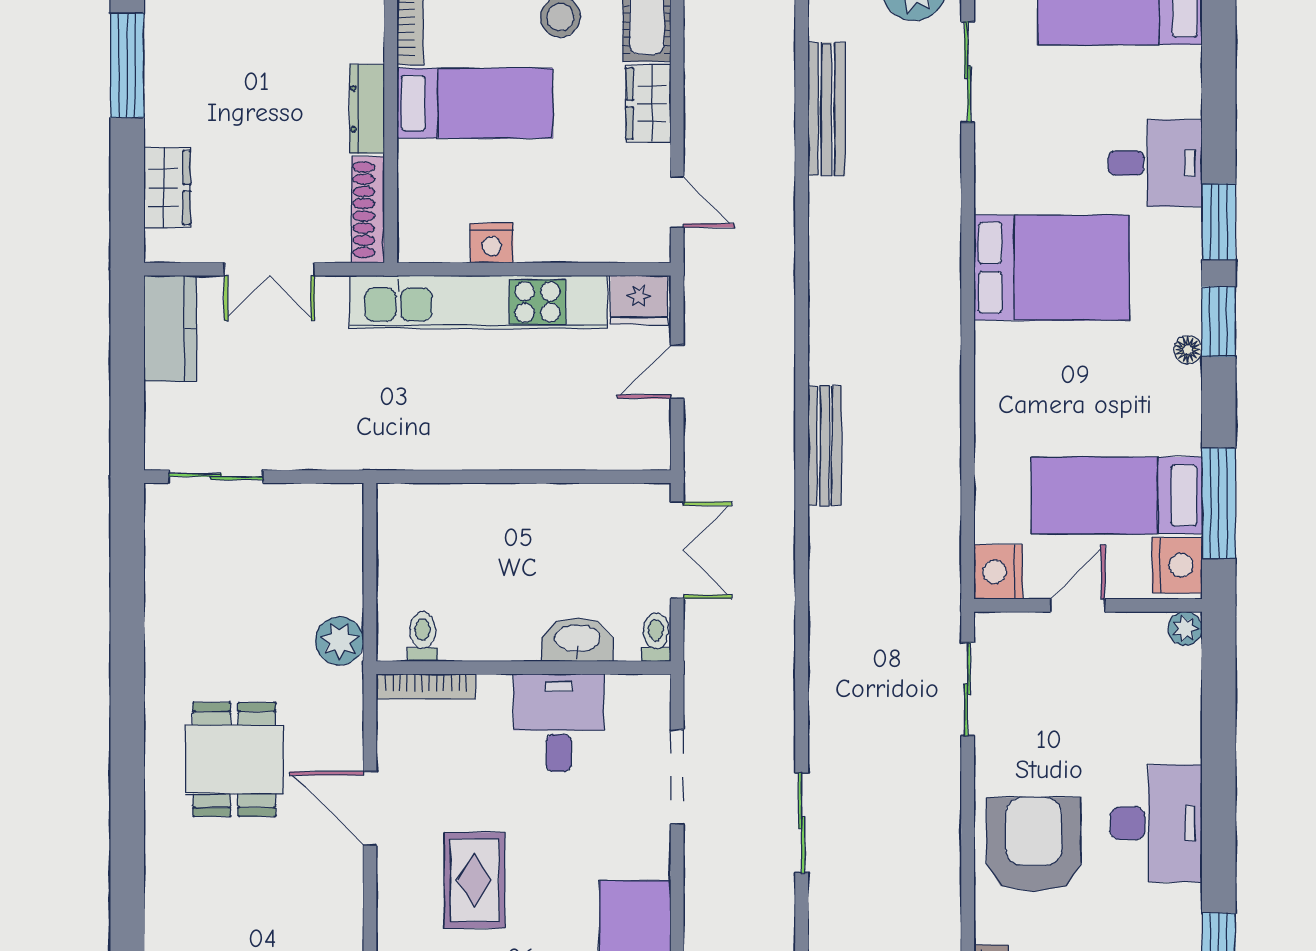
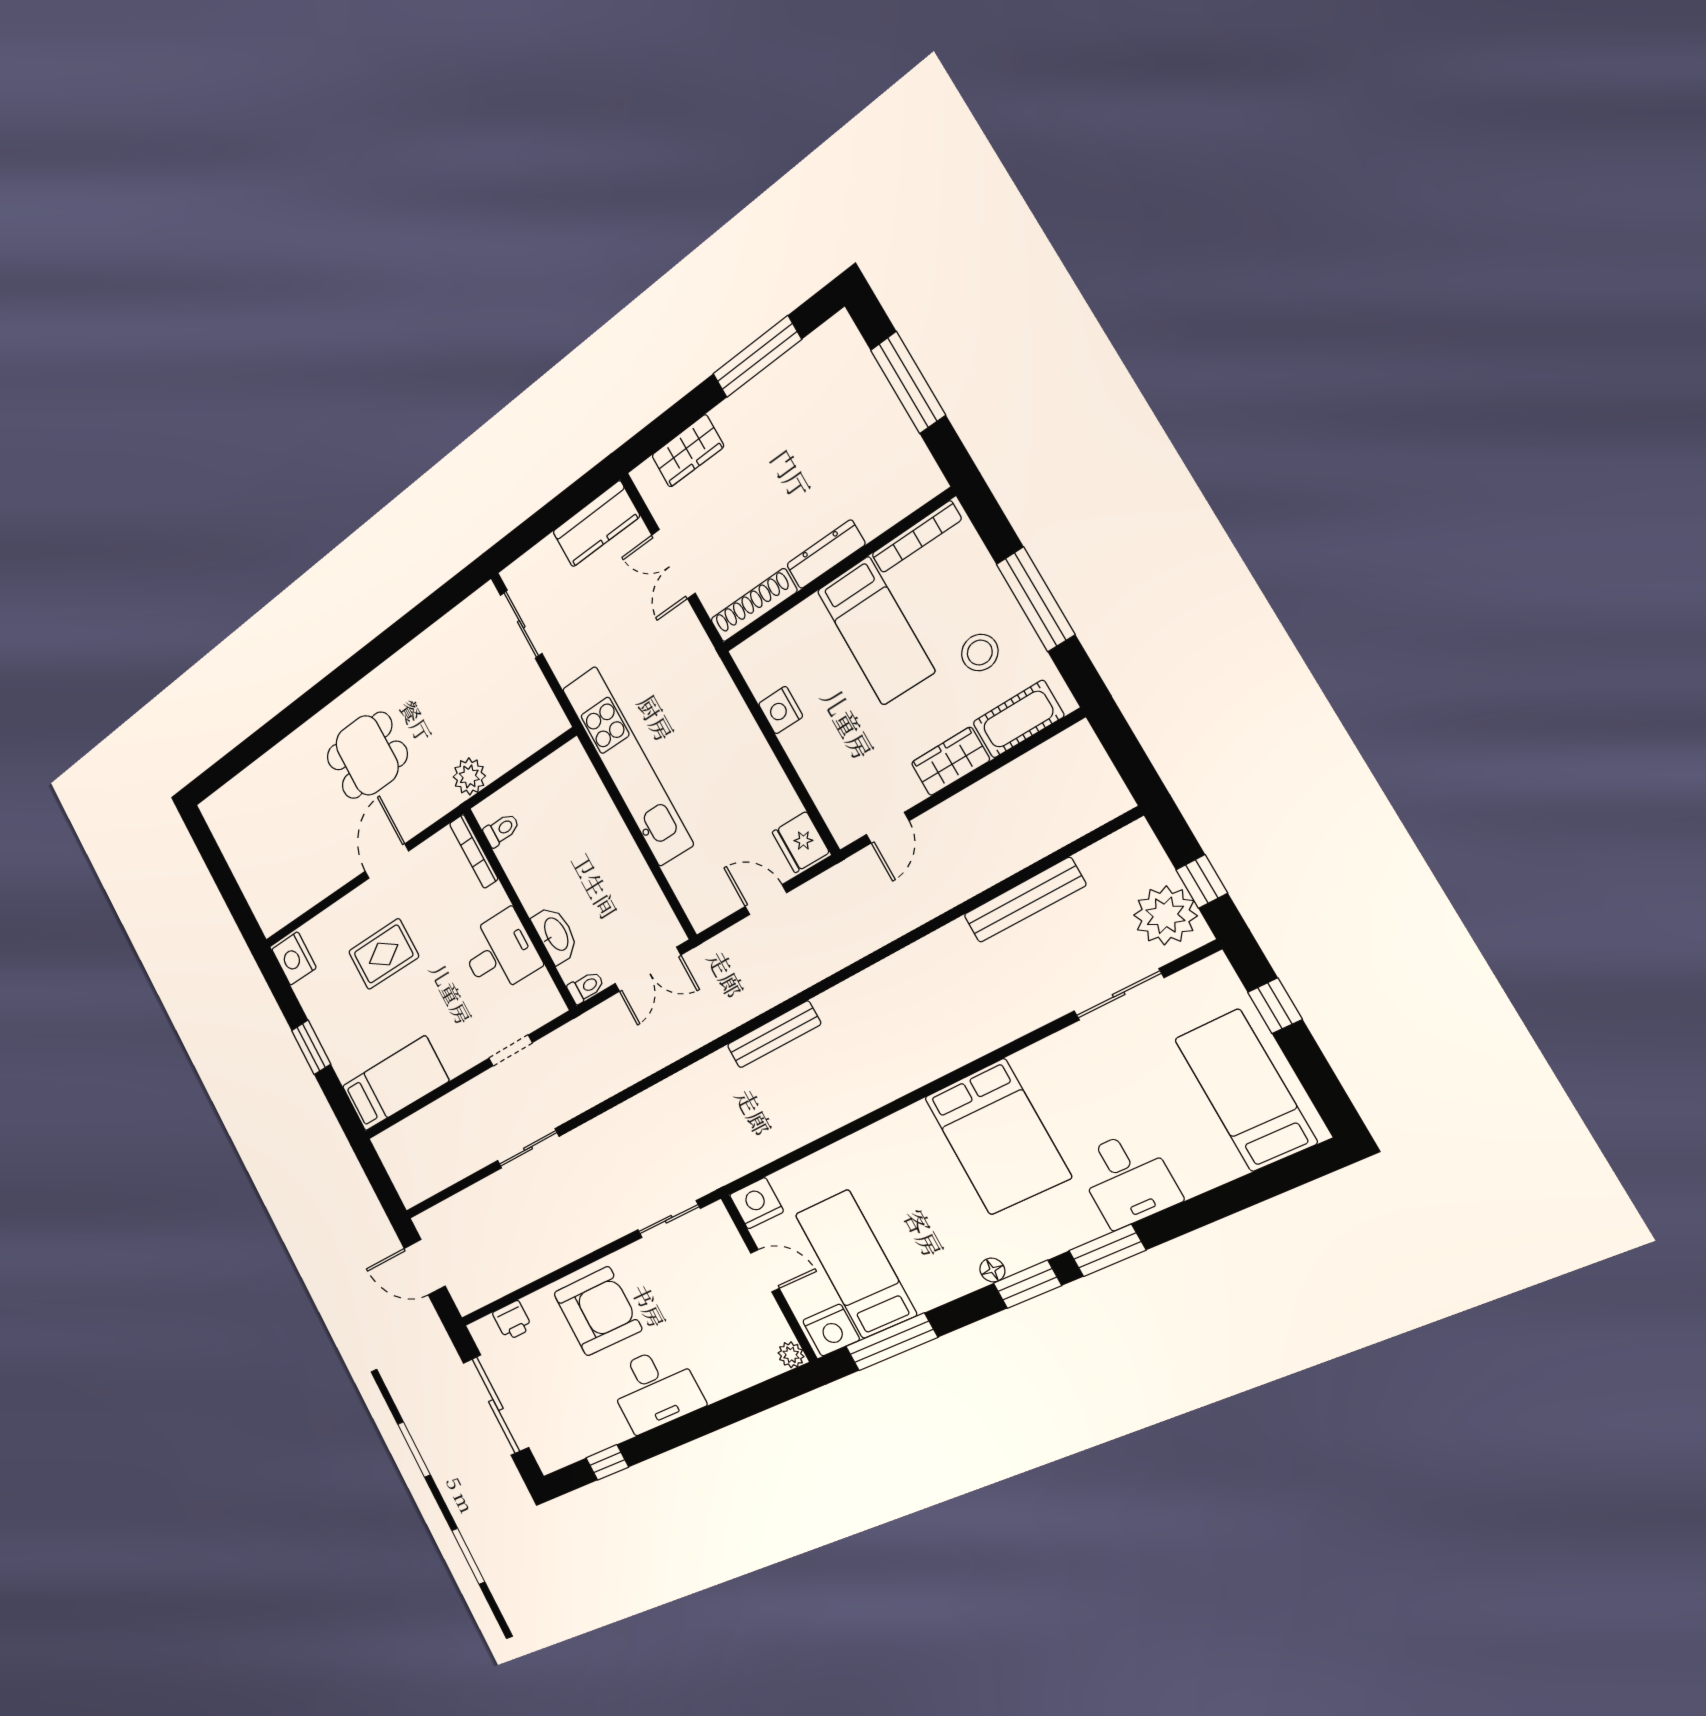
kitchen unit: (478, 302) -> (628, 766), moved, turned 180
doorway: (677, 777) -> (510, 1050), width x0.73

